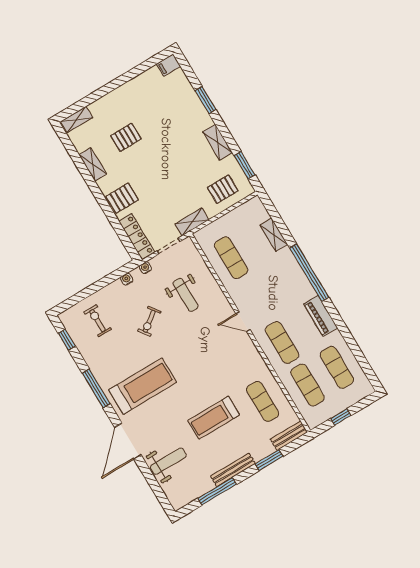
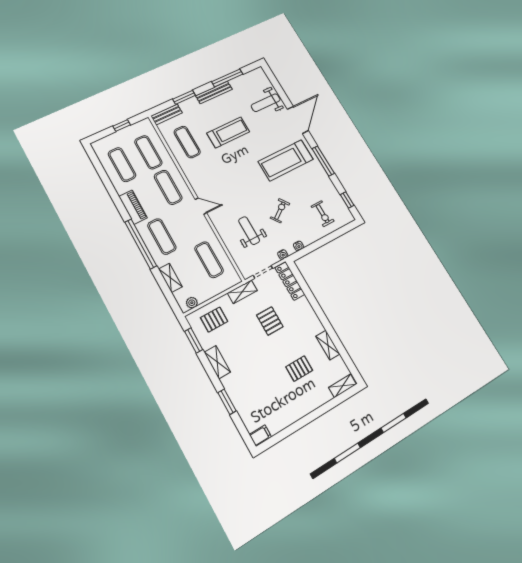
pallet: (122, 198) -> (270, 321), moved, turned 90
plant: (248, 207) -> (192, 303), added
exercise mat: (286, 283) -> (162, 237), added

